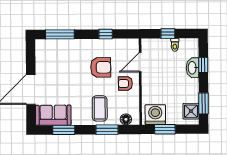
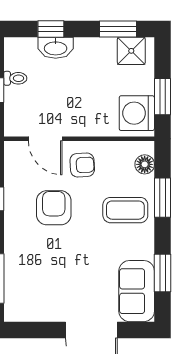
armchair: (125, 84) -> (82, 165), turned -93

